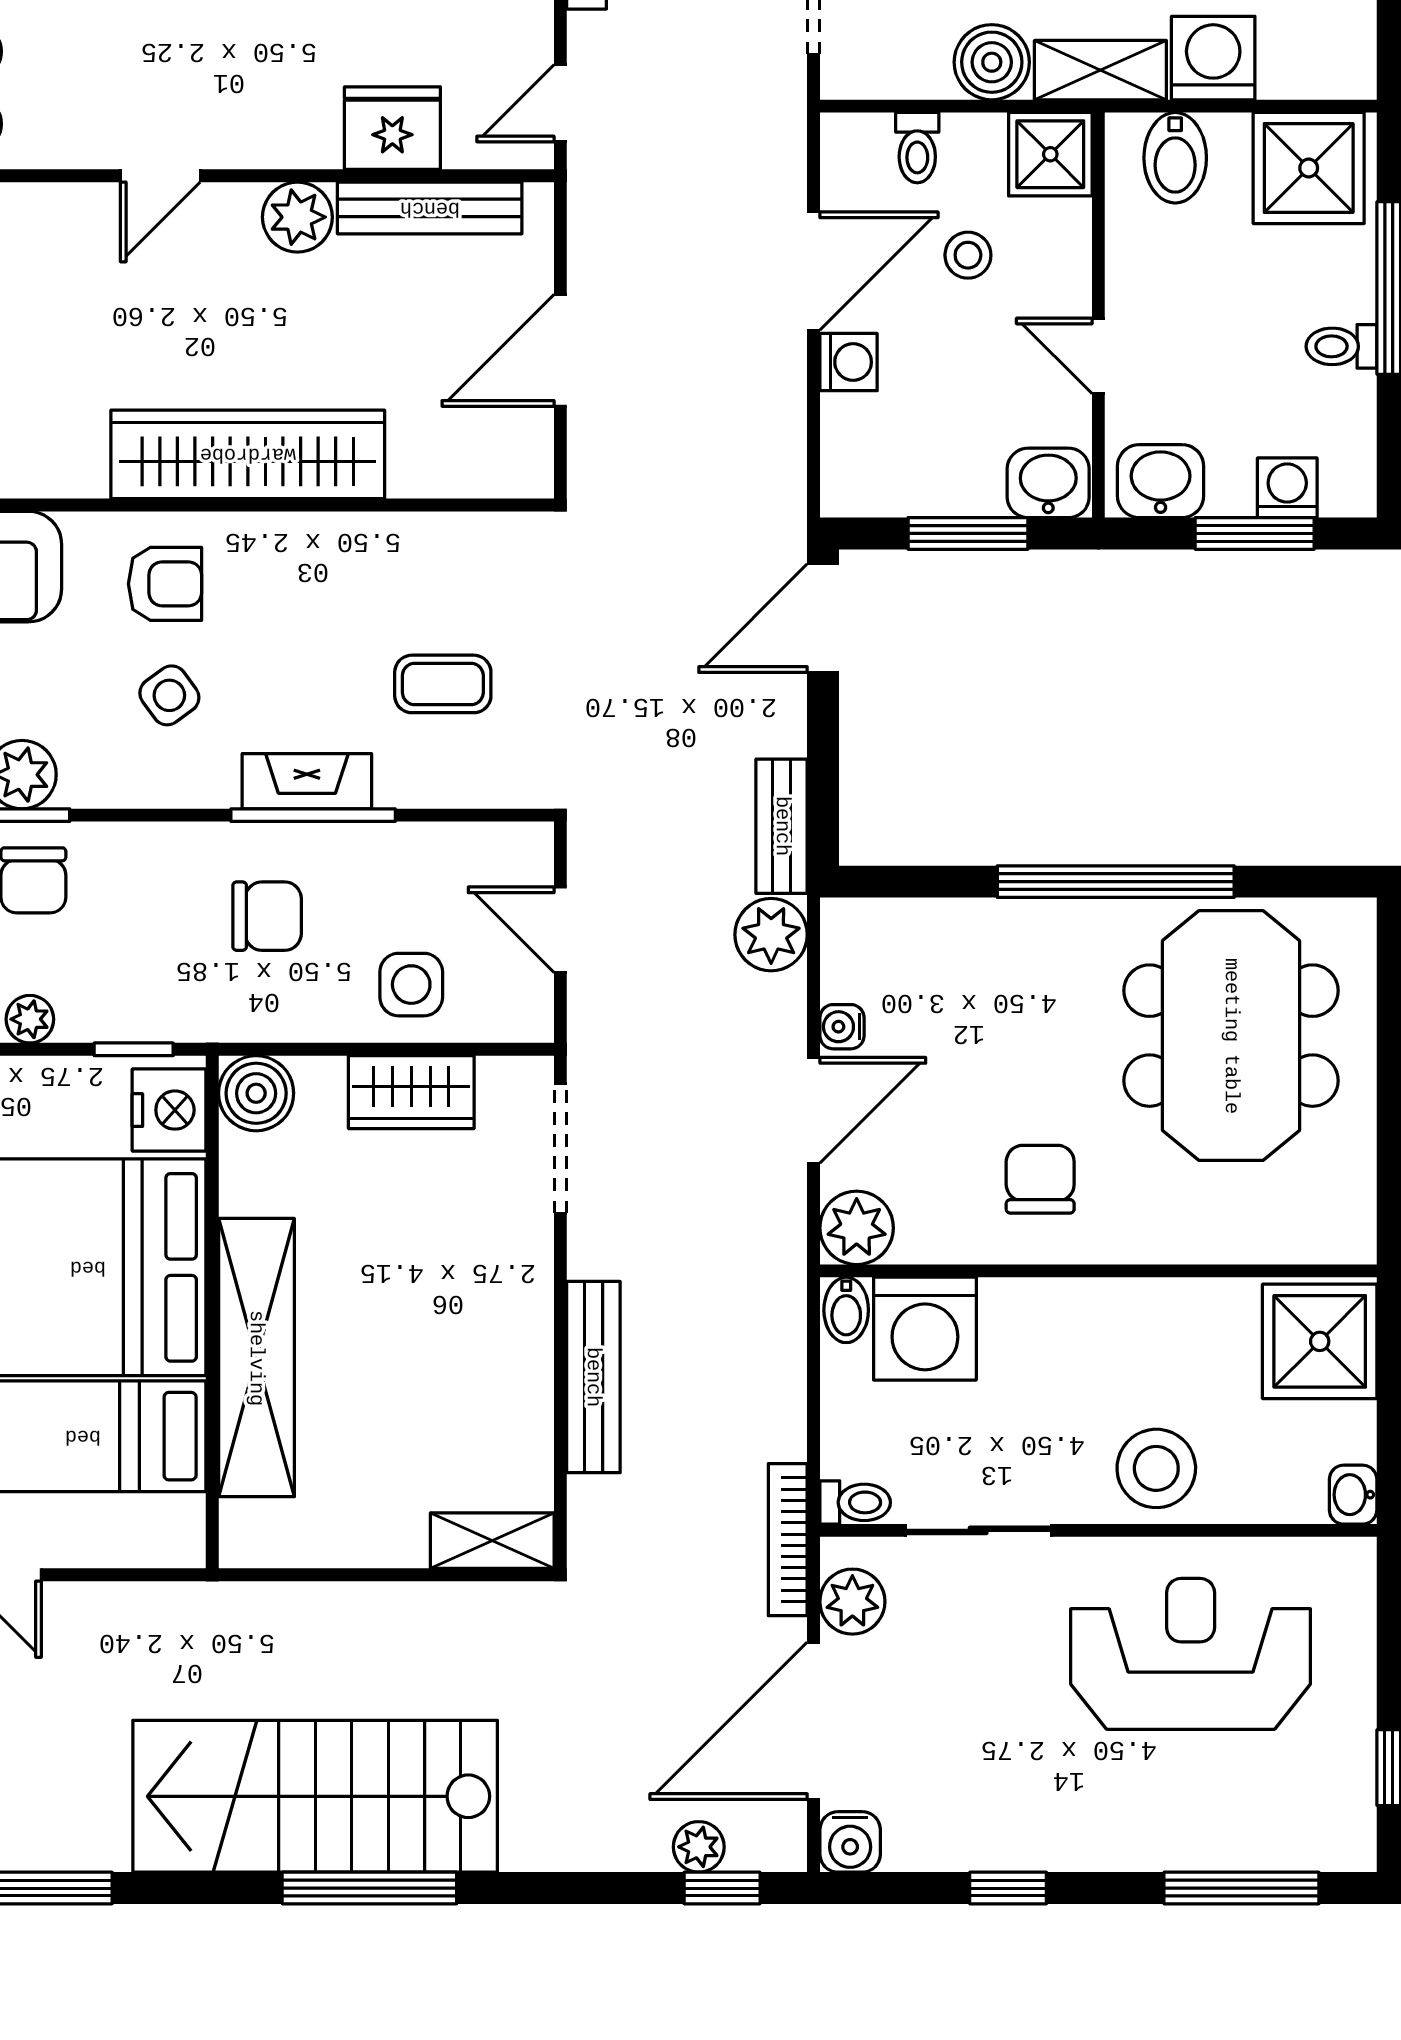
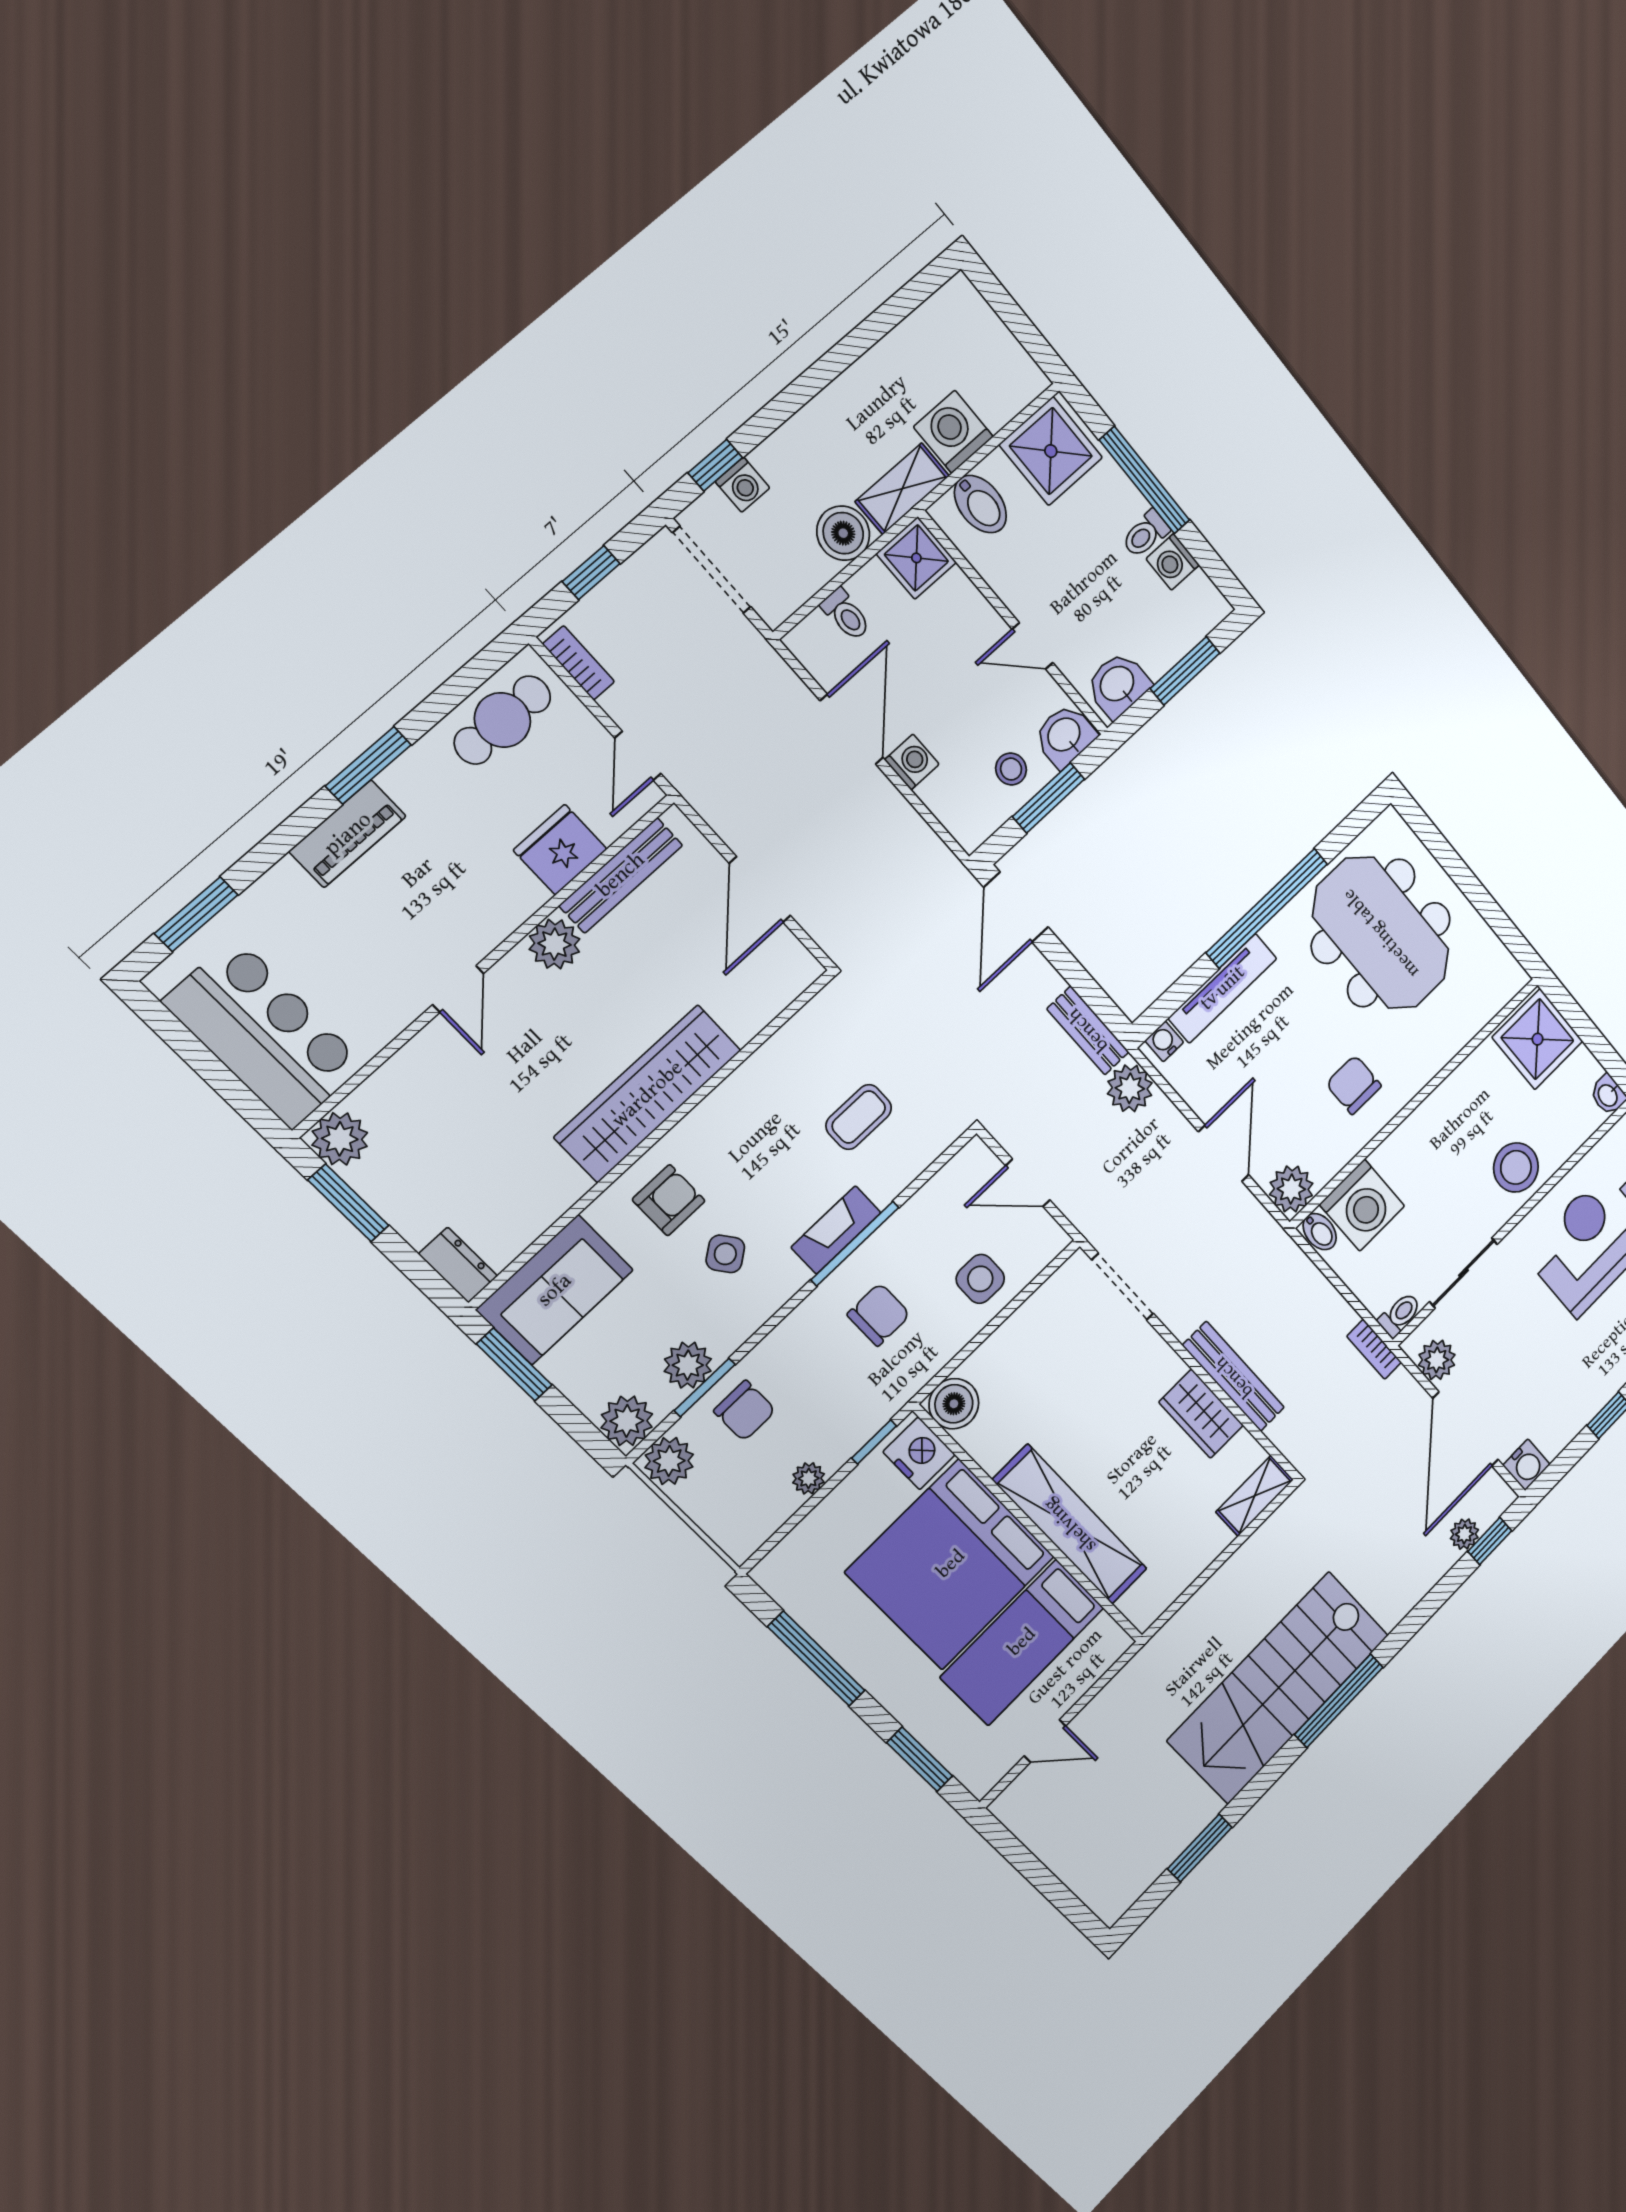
stool: (968, 255) -> (1011, 769), moved
washing machine: (1287, 488) -> (1173, 562), moved, turned -90
tv unit: (981, 923) -> (1223, 988), added
water cooler: (842, 1027) -> (1164, 1041), moved, turned 90
wardrobe: (411, 1092) -> (1201, 1414), moved, turned 90
bookcase: (788, 1540) -> (1374, 1349), width x0.64

